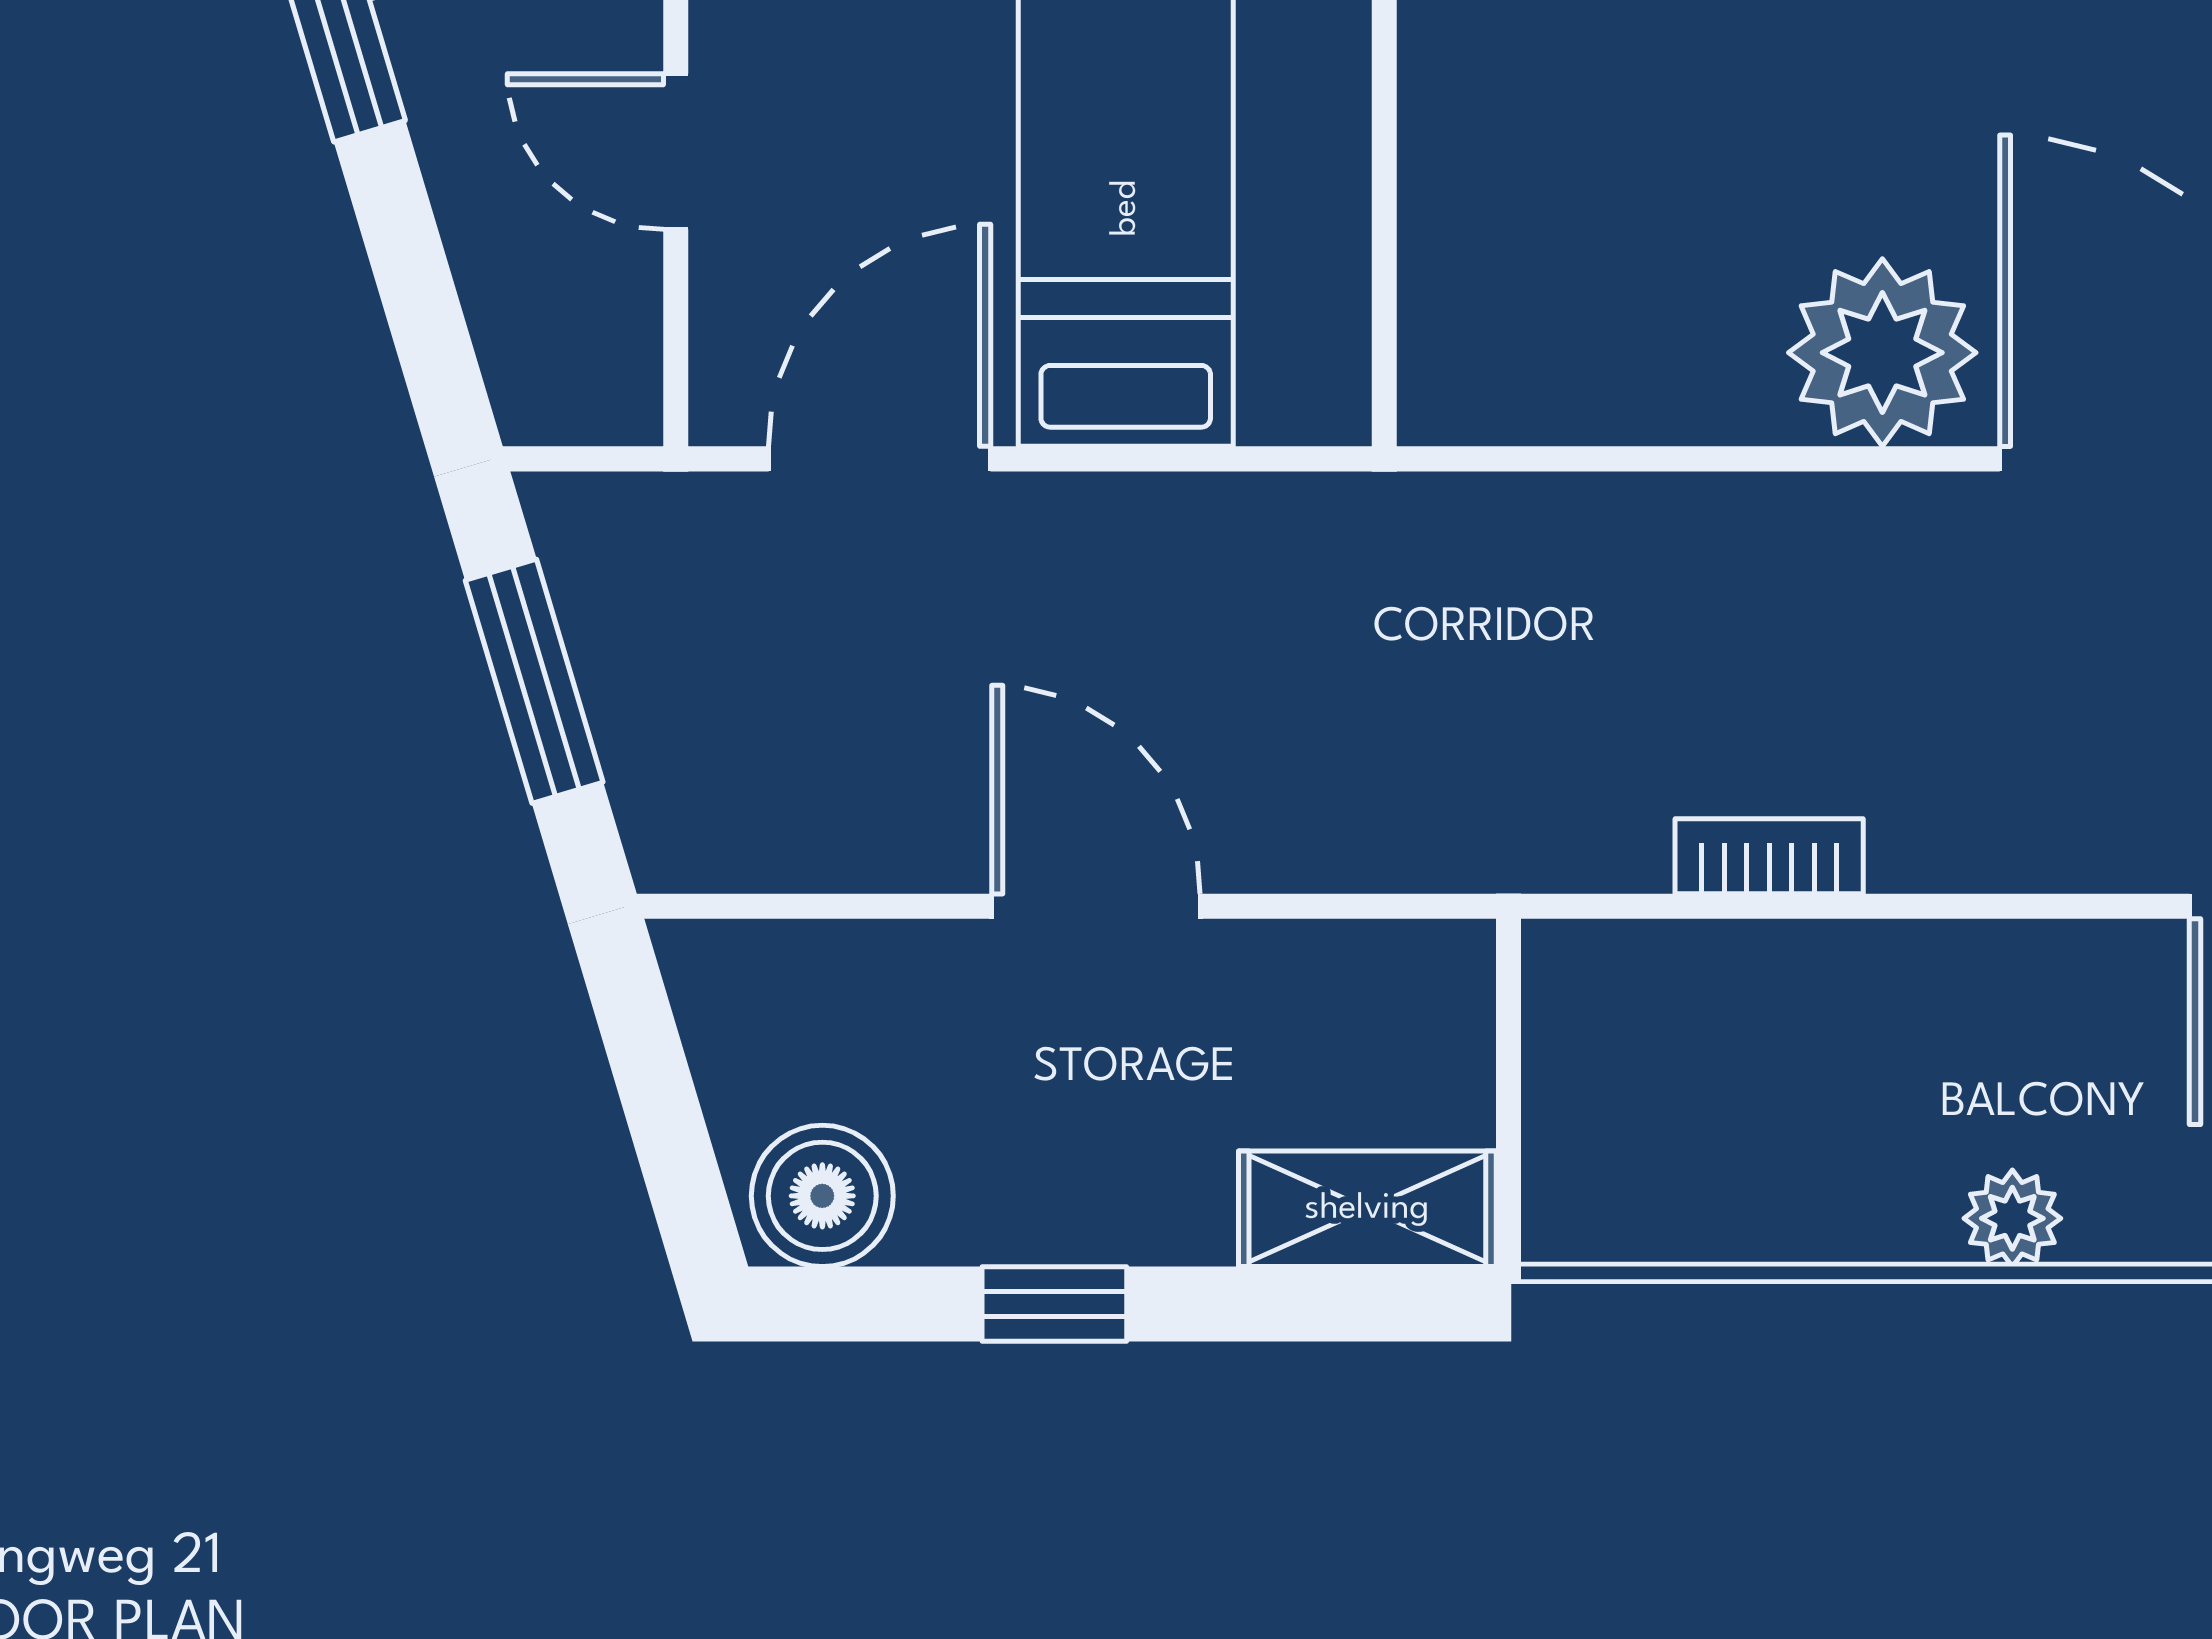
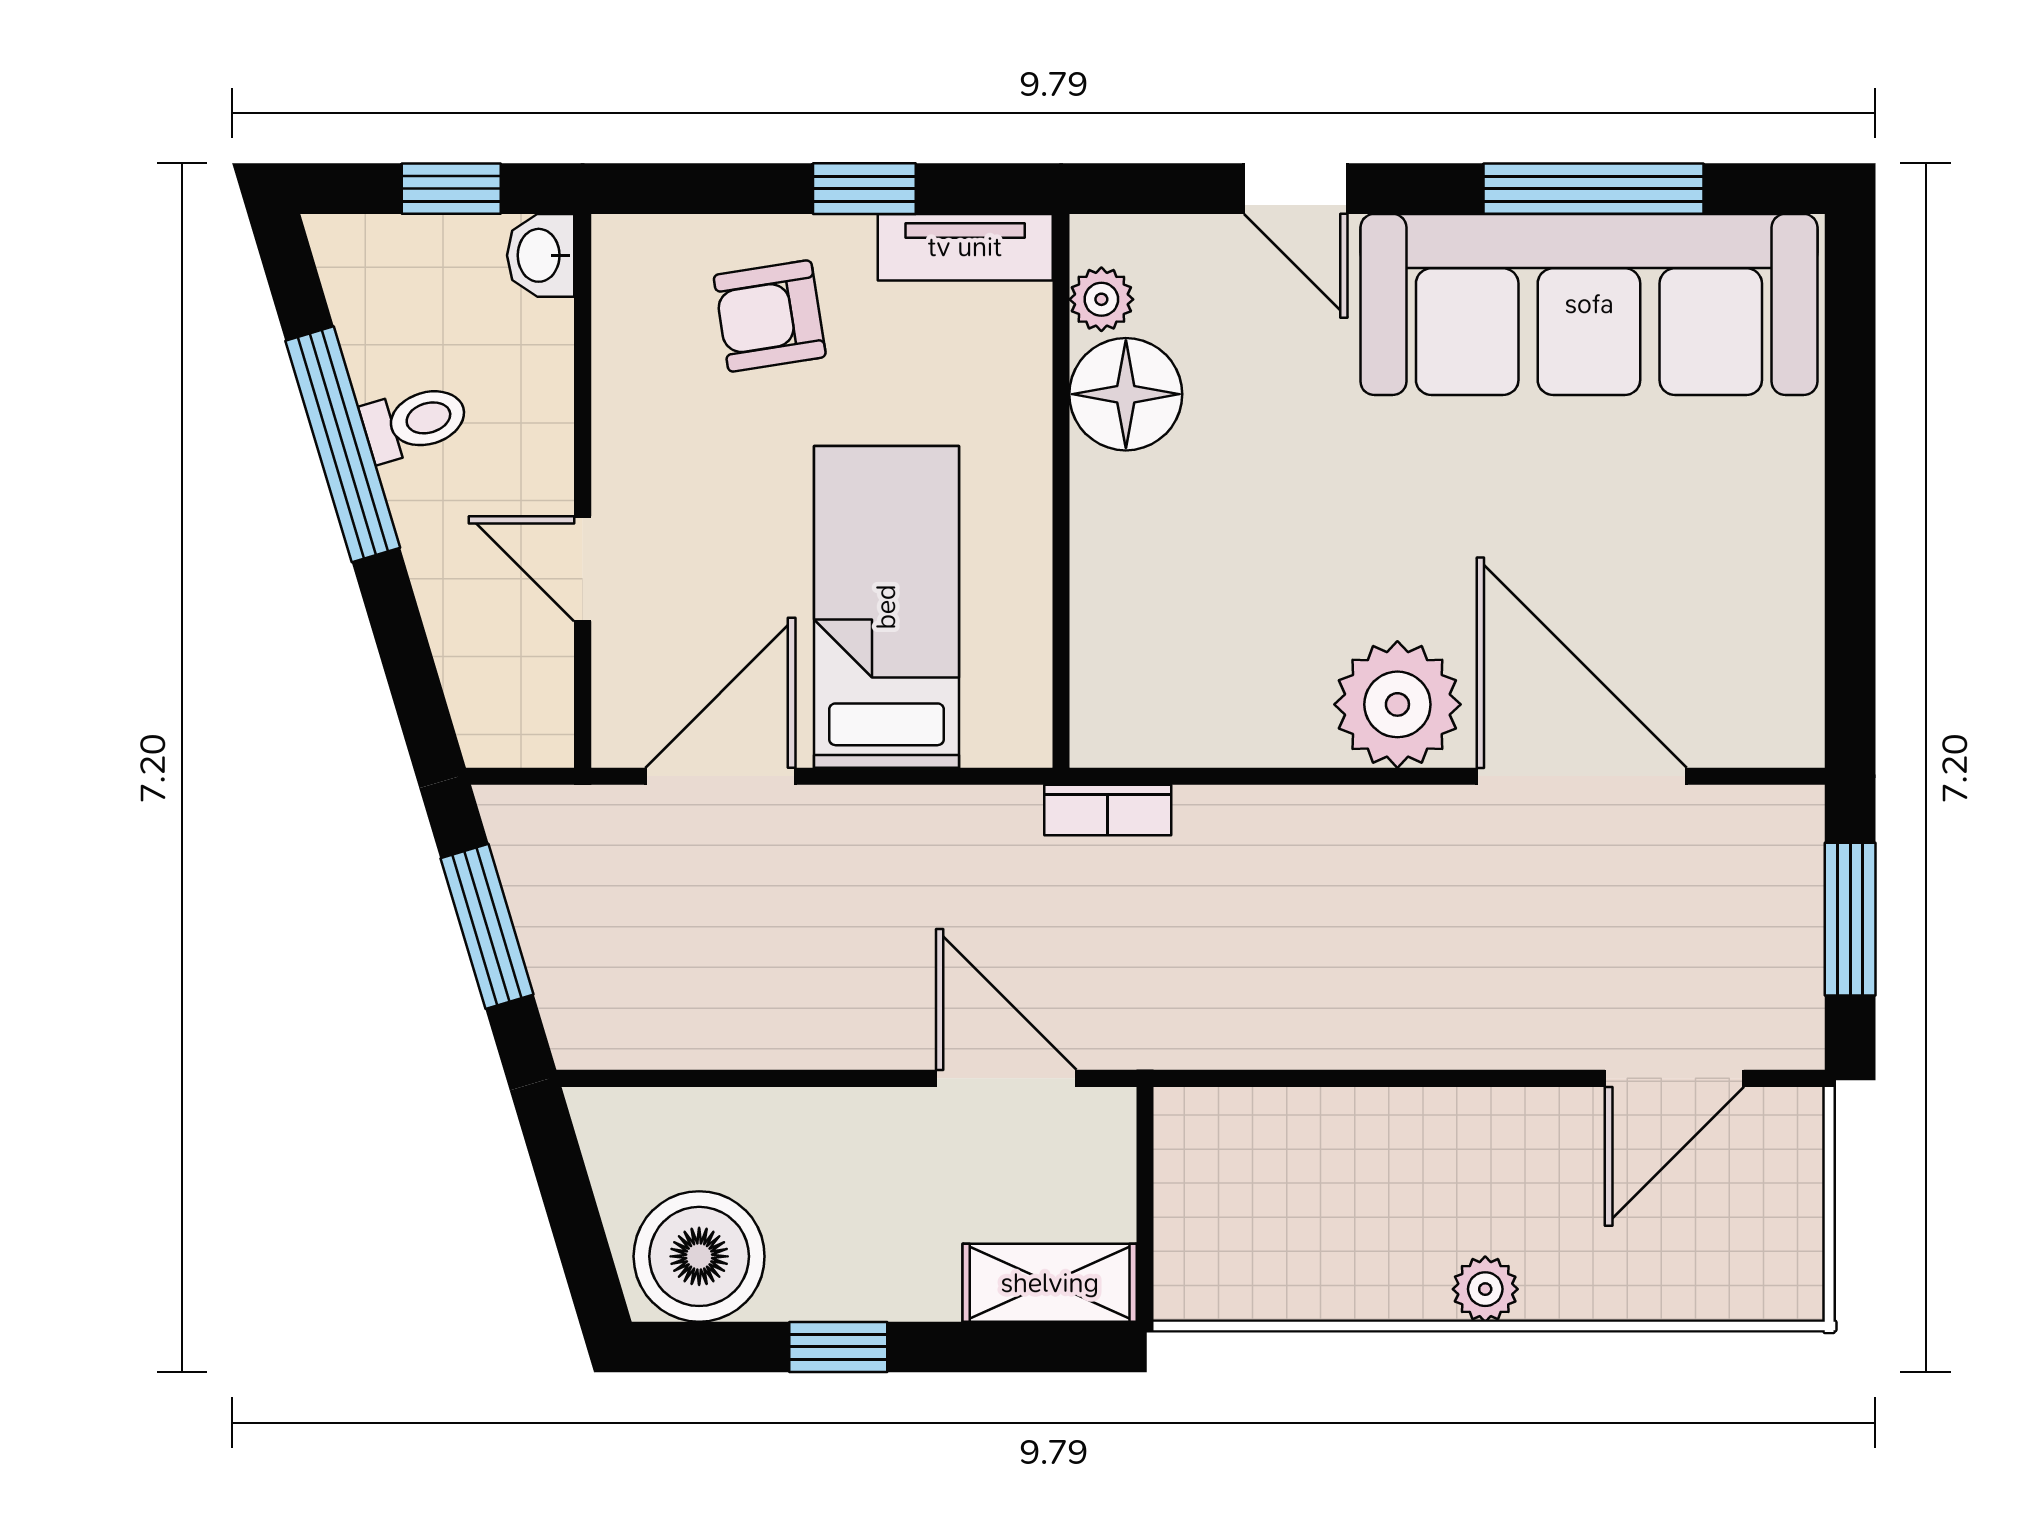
bookcase: (1769, 856) -> (1108, 810), moved, turned 180
door: (1096, 906) -> (1006, 1078), moved
boiler: (822, 1196) -> (699, 1256), width x1.37, depth x1.37

